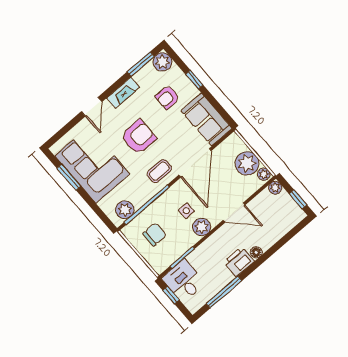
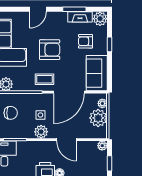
window: (141, 64) -> (74, 9), moved
fireplace: (123, 93) -> (80, 17), moved
plant: (264, 174) -> (102, 103), moved

